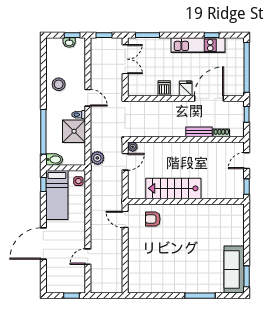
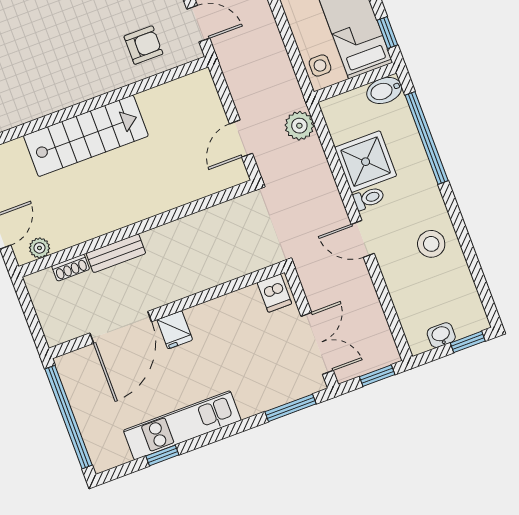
window: (72, 35) -> (468, 342), moved
double door: (125, 59) -> (317, 343), swing flipped
dishwasher: (164, 88) -> (274, 293), moved
window: (247, 114) -> (34, 323), removed
plant: (133, 147) -> (39, 248), moved
stairs: (173, 188) -> (86, 136), moved

